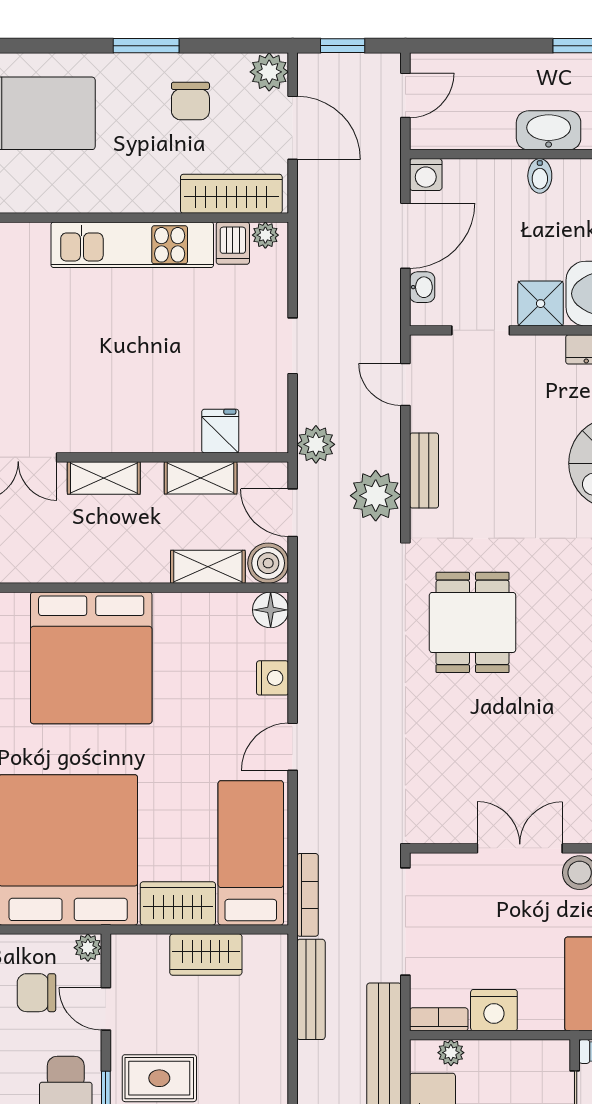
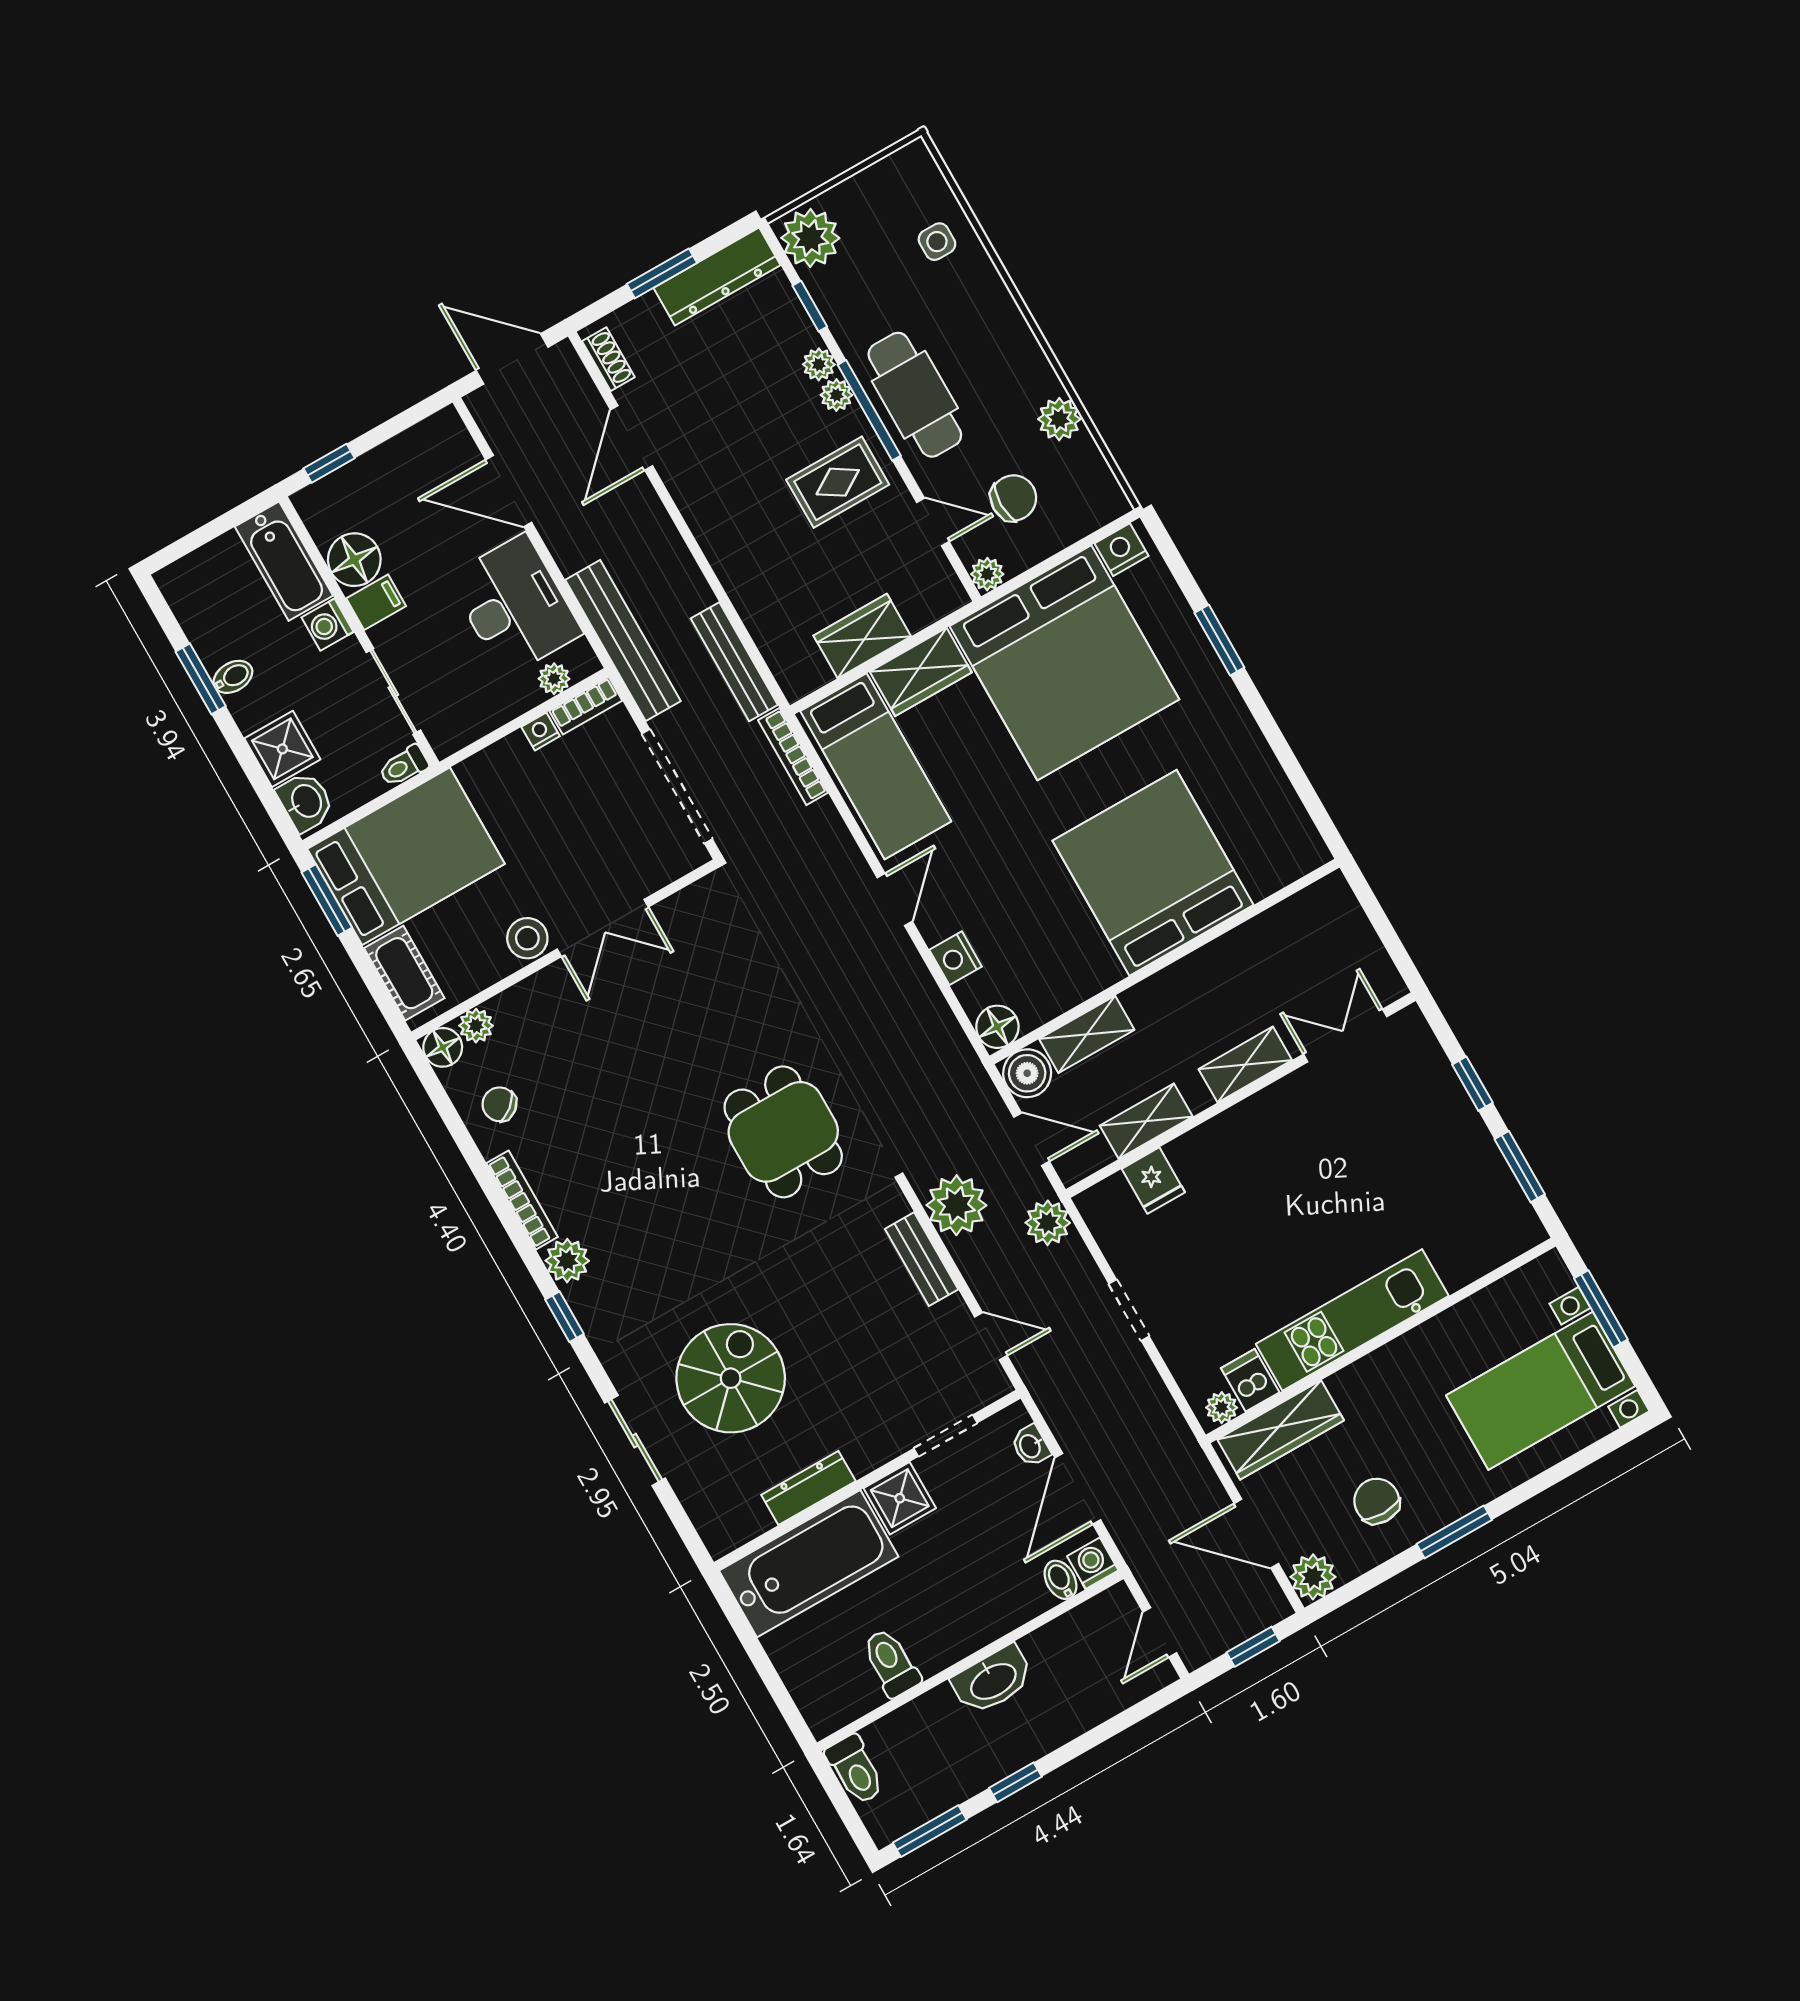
bidet: (540, 176) -> (1060, 1580), moved
nightstand: (494, 1010) -> (541, 731), width x0.53, depth x0.56

